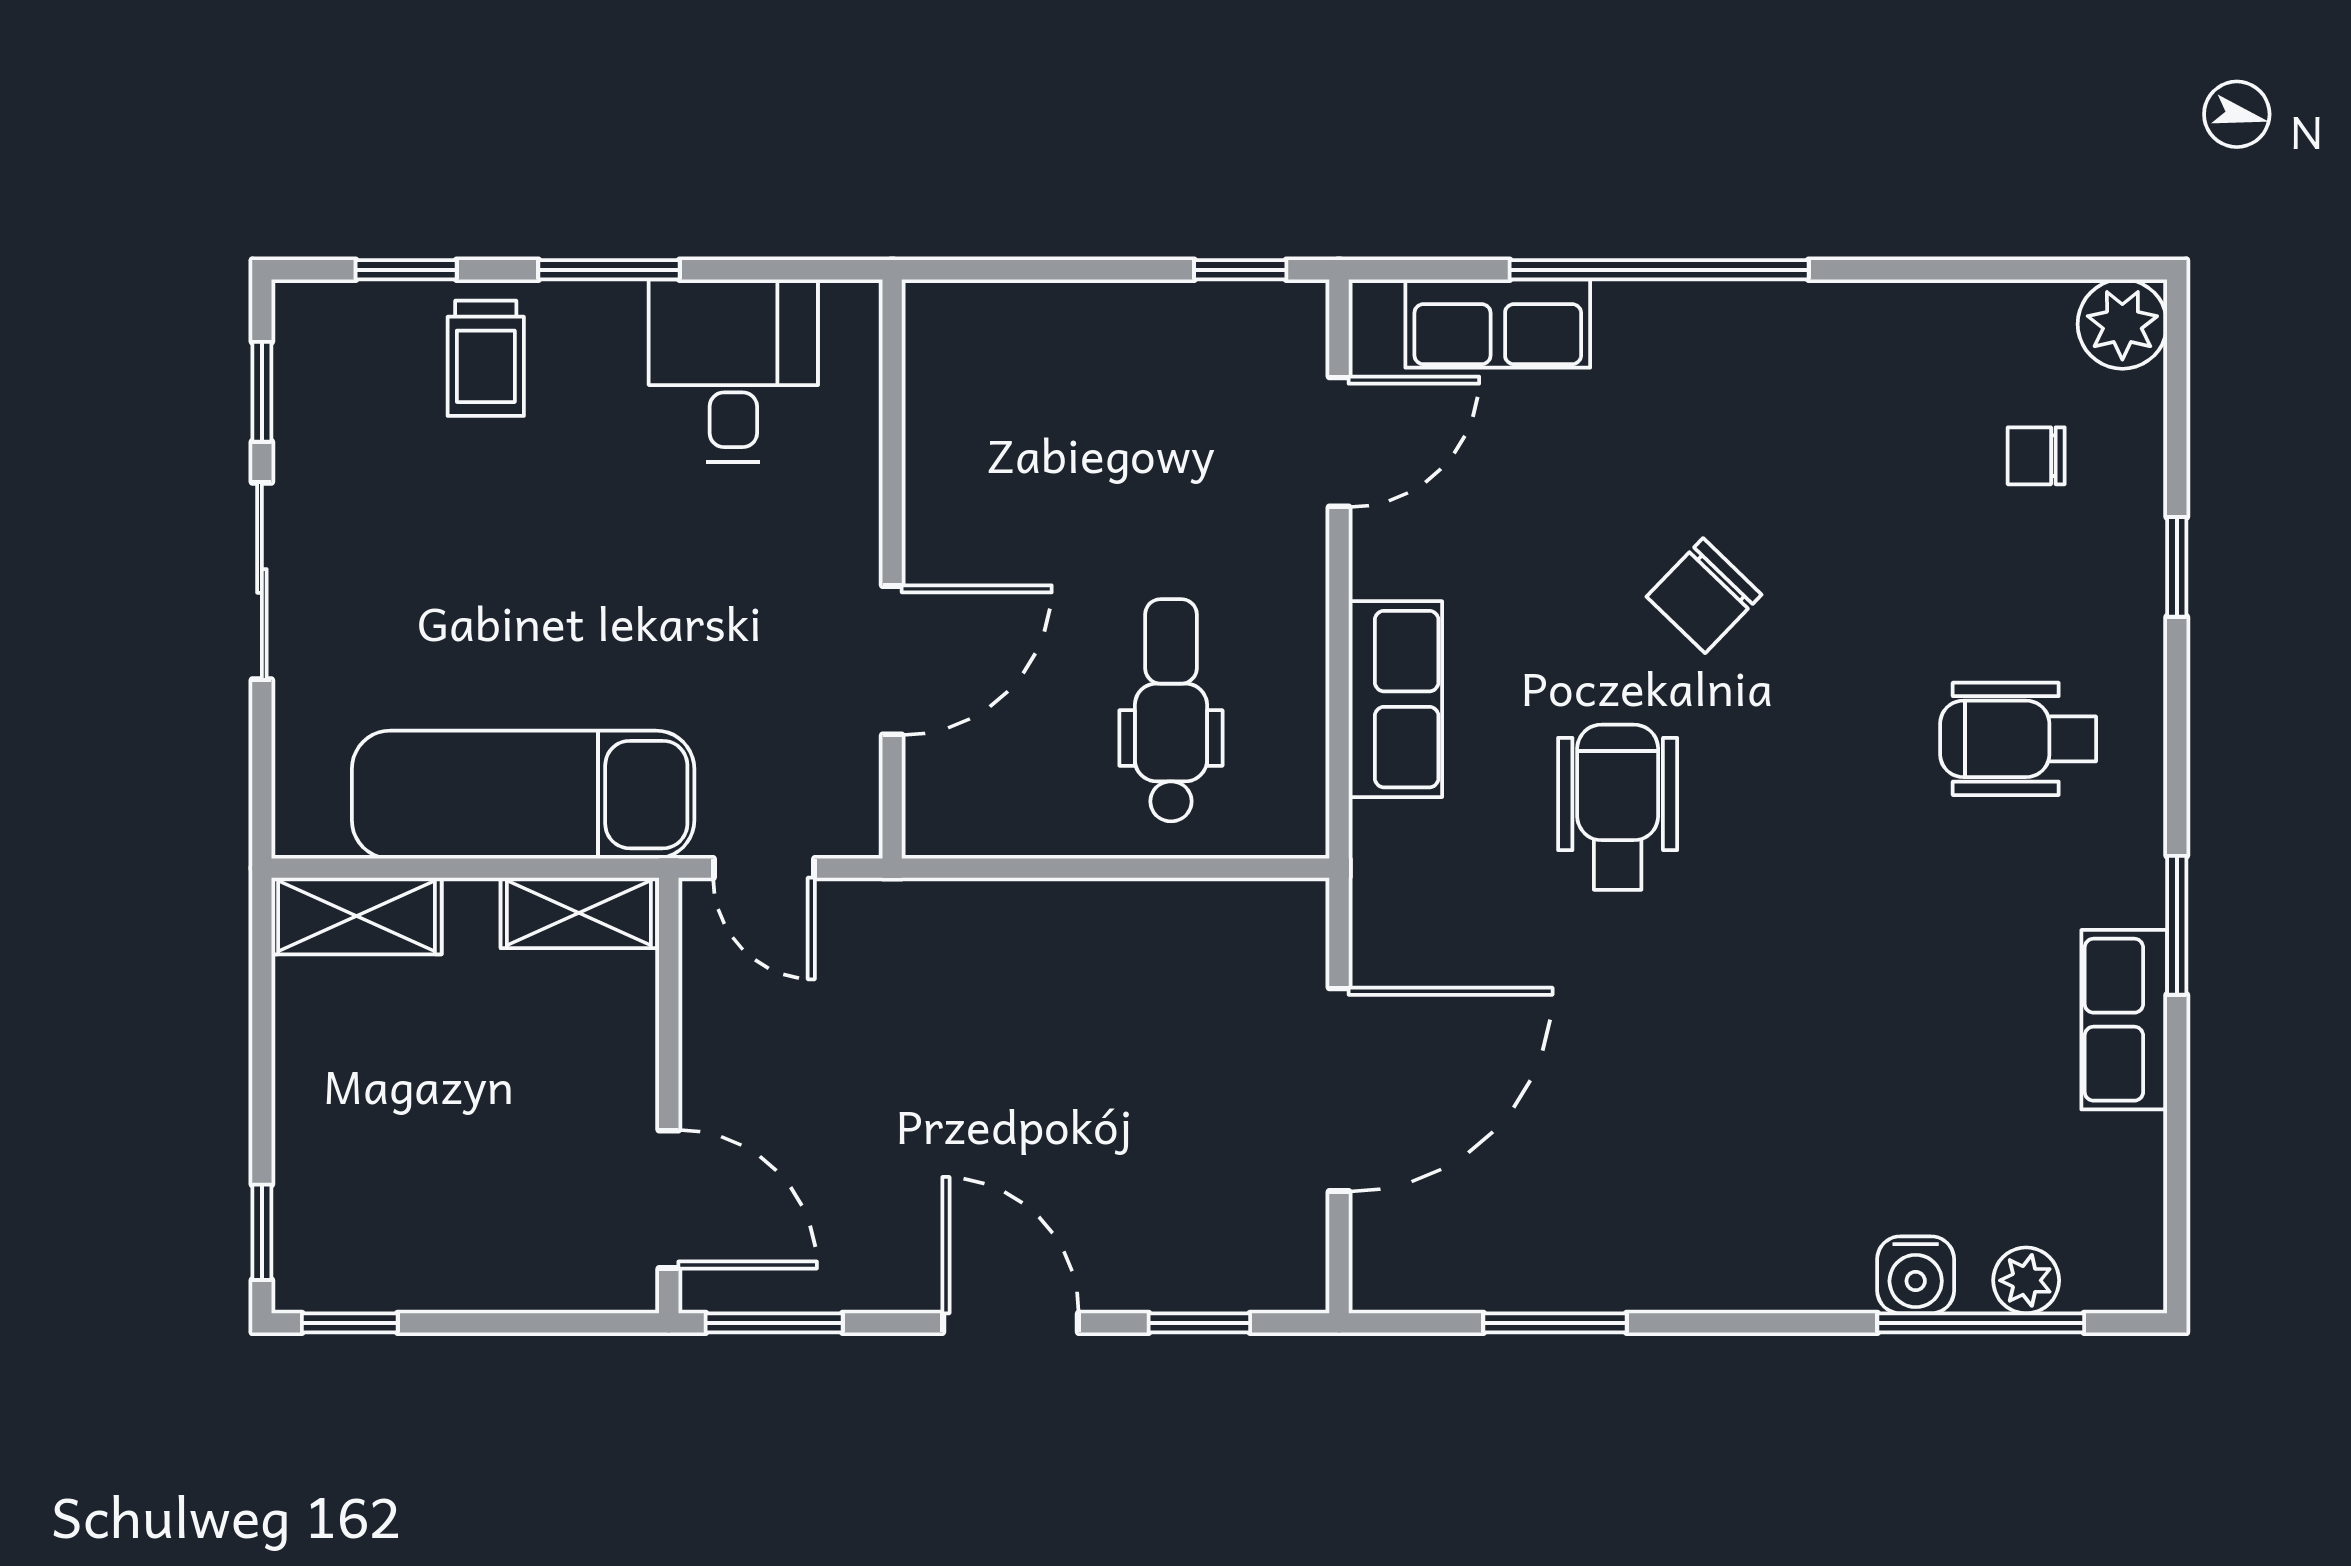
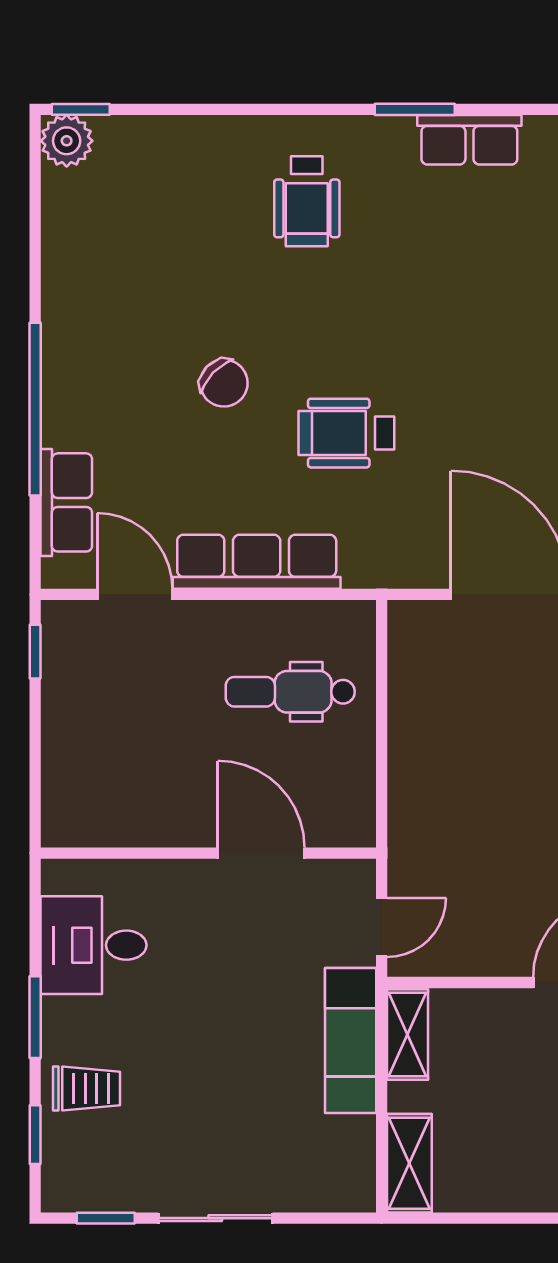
chair: (2036, 456) -> (143, 191), removed
window: (2177, 567) -> (81, 109), moved
row of seats: (1395, 699) -> (257, 562), width x1.48
exam couch: (523, 795) -> (351, 1040), width x0.73, depth x0.69

